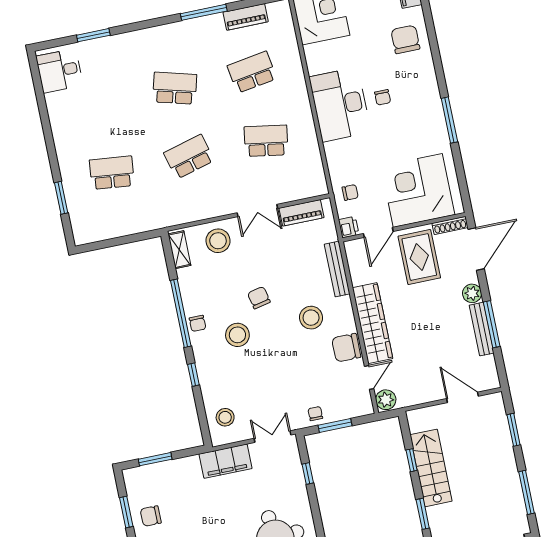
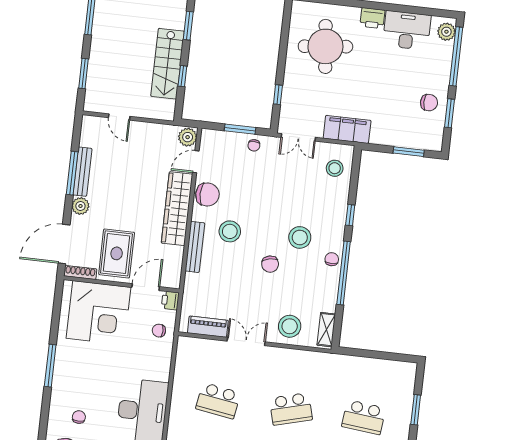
chair: (383, 97) -> (79, 417), moved
bench: (337, 269) -> (195, 247), moved
door: (462, 397) -> (119, 117), width x0.73

